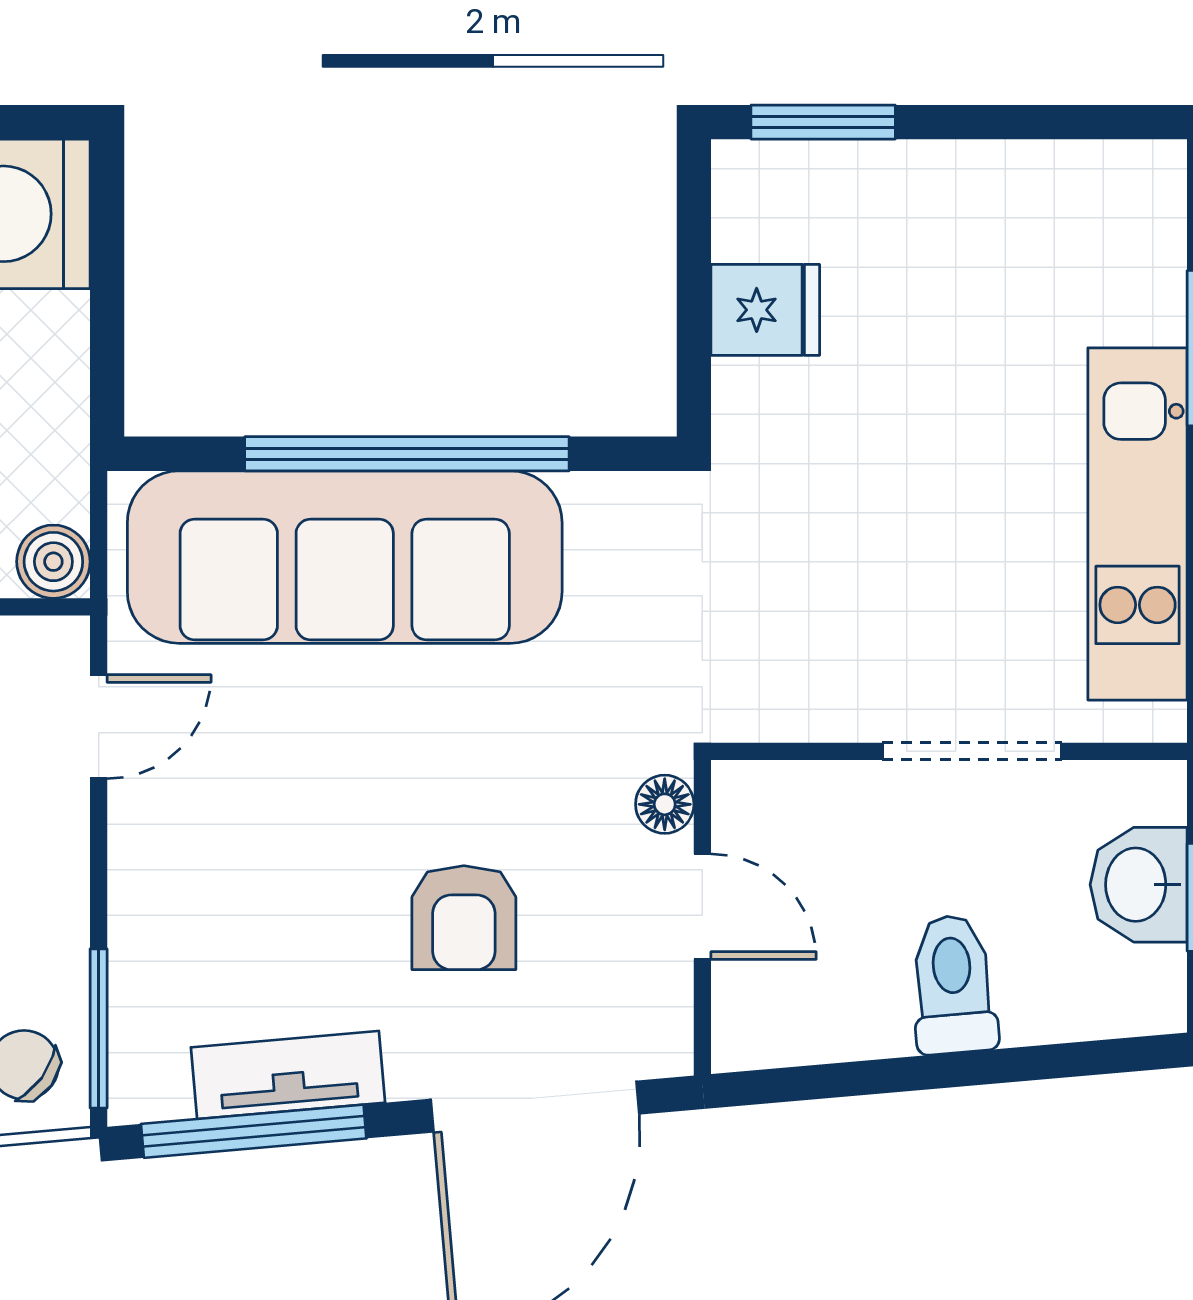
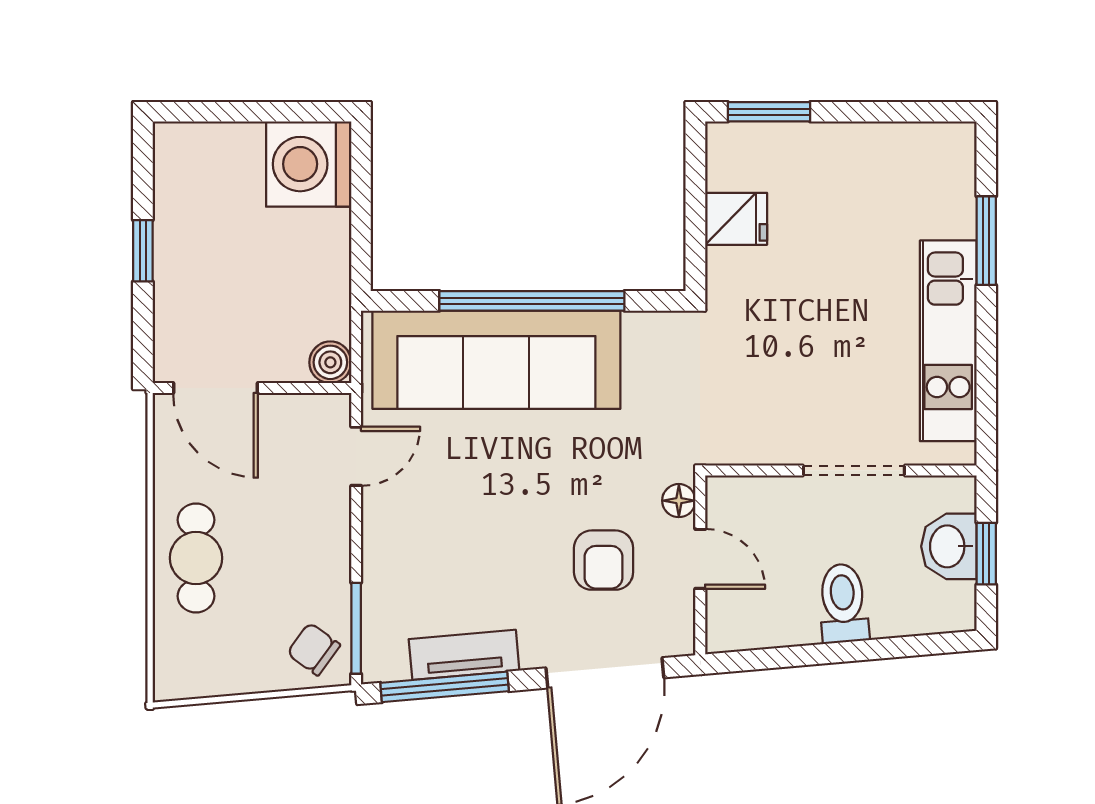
armchair: (464, 918) -> (604, 560), moved

